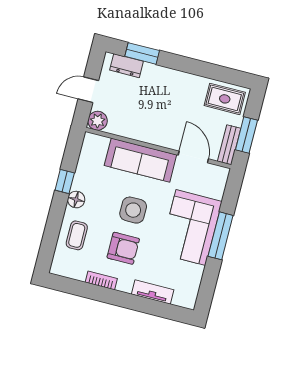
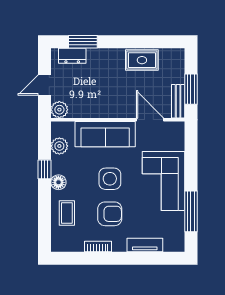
rug: (225, 99) -> (142, 60), moved
plant: (87, 160) -> (59, 146), added
window: (221, 236) -> (191, 211), moved

